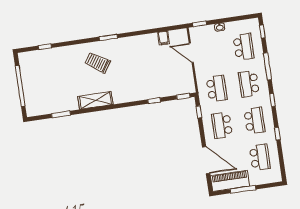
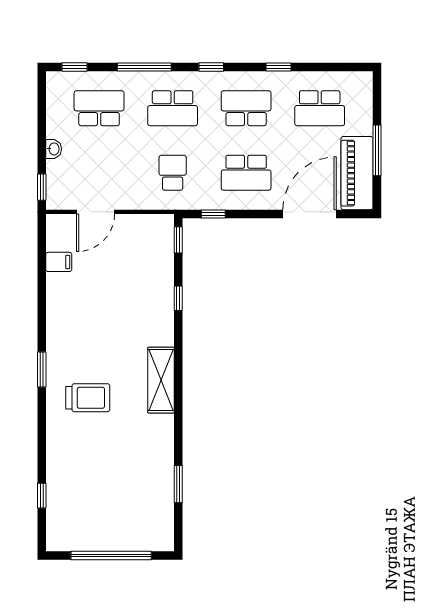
trolley: (98, 63) -> (88, 398), turned -124
school desk: (217, 88) -> (173, 173), width x0.54
shelving: (95, 100) -> (161, 380), moved
school desk: (260, 157) -> (320, 108), turned 180

